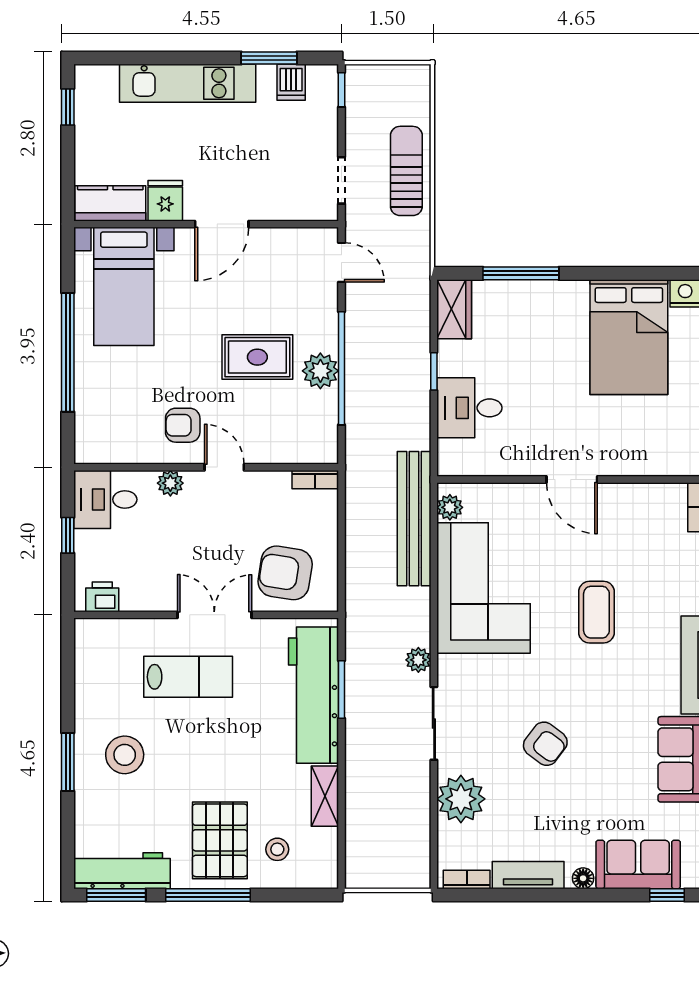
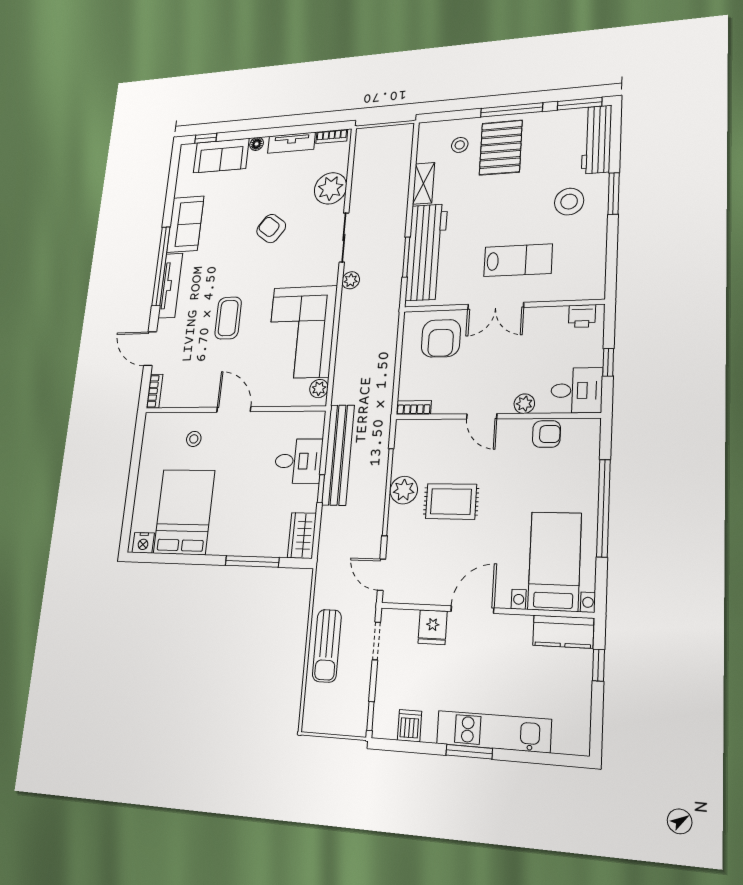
window: (269, 58) -> (469, 752), moved
window: (68, 107) -> (598, 665), moved
fridge: (165, 201) -> (433, 627), moved
armchair: (183, 425) -> (546, 434), moved
stool: (627, 438) -> (194, 439), added
bench: (414, 519) -> (338, 455), moved
armchair: (285, 573) -> (441, 338), turned 81
lab bench: (188, 677) -> (518, 260), turned 180
workbench: (122, 871) -> (597, 139), moved, turned 90

